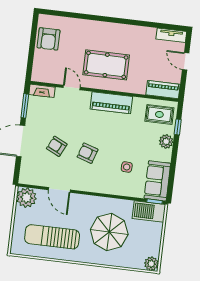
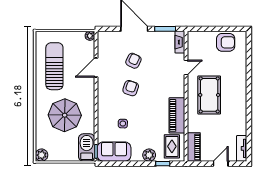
armchair: (49, 39) -> (226, 42), turned 180
piano: (111, 103) -> (177, 115), moved
plant: (26, 198) -> (90, 36), width x0.53, depth x0.53

